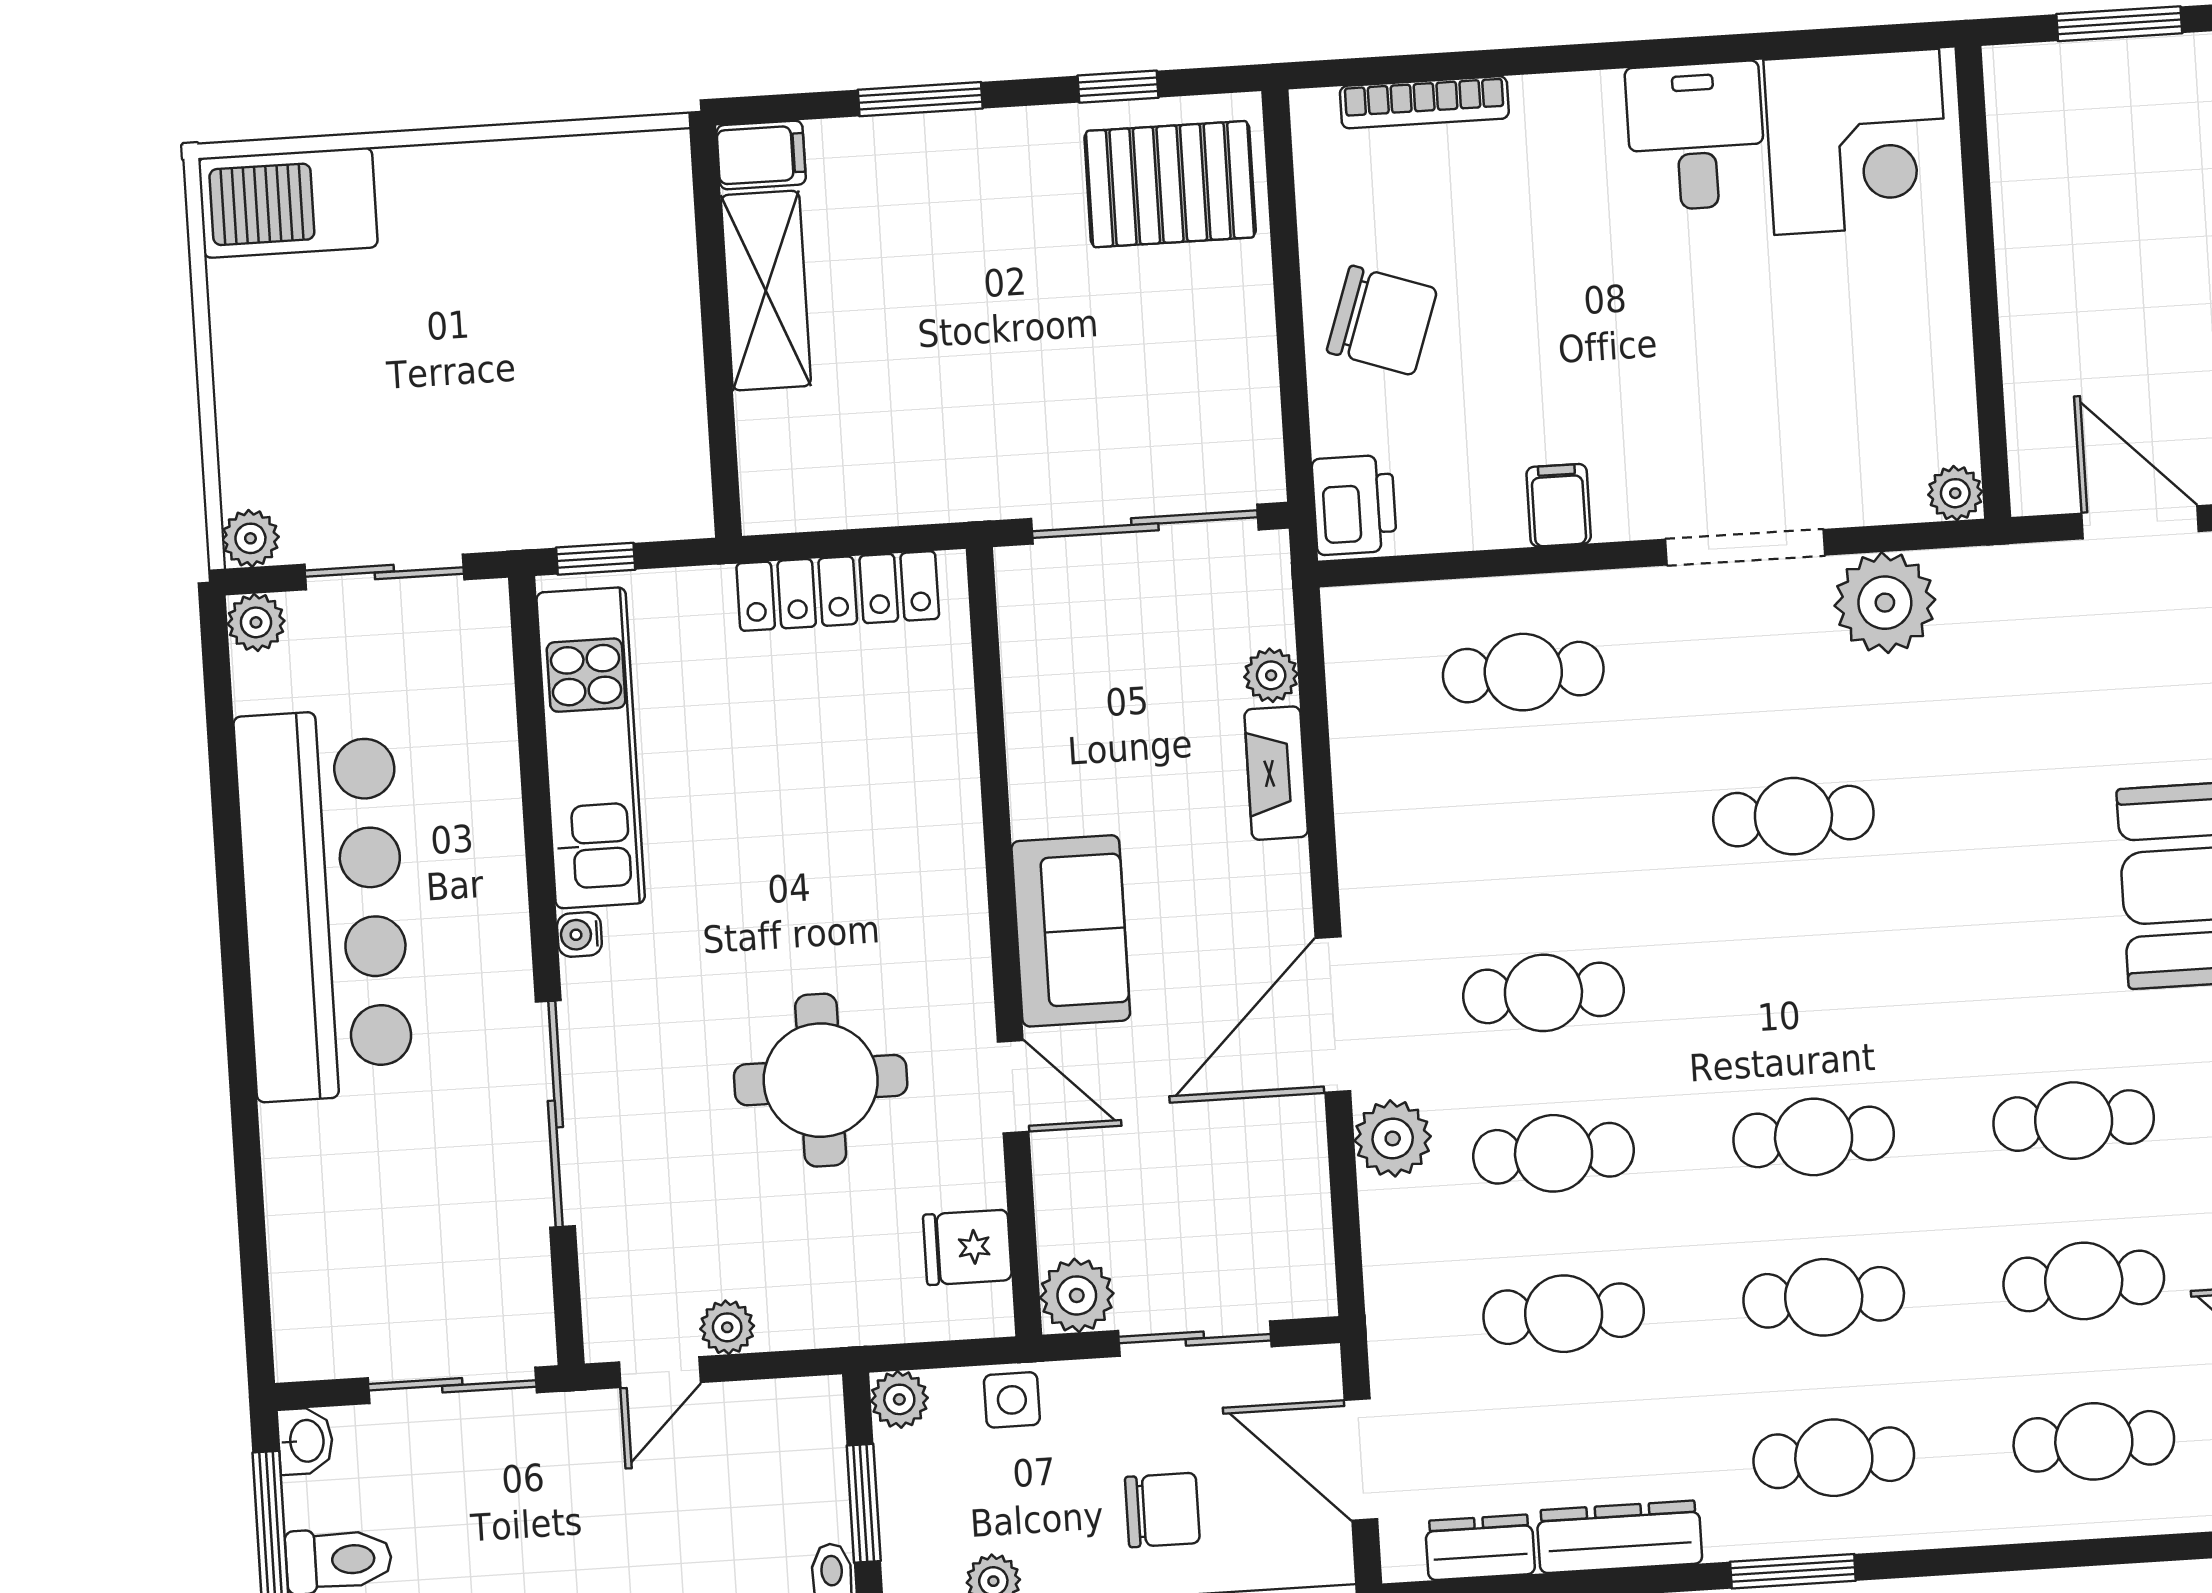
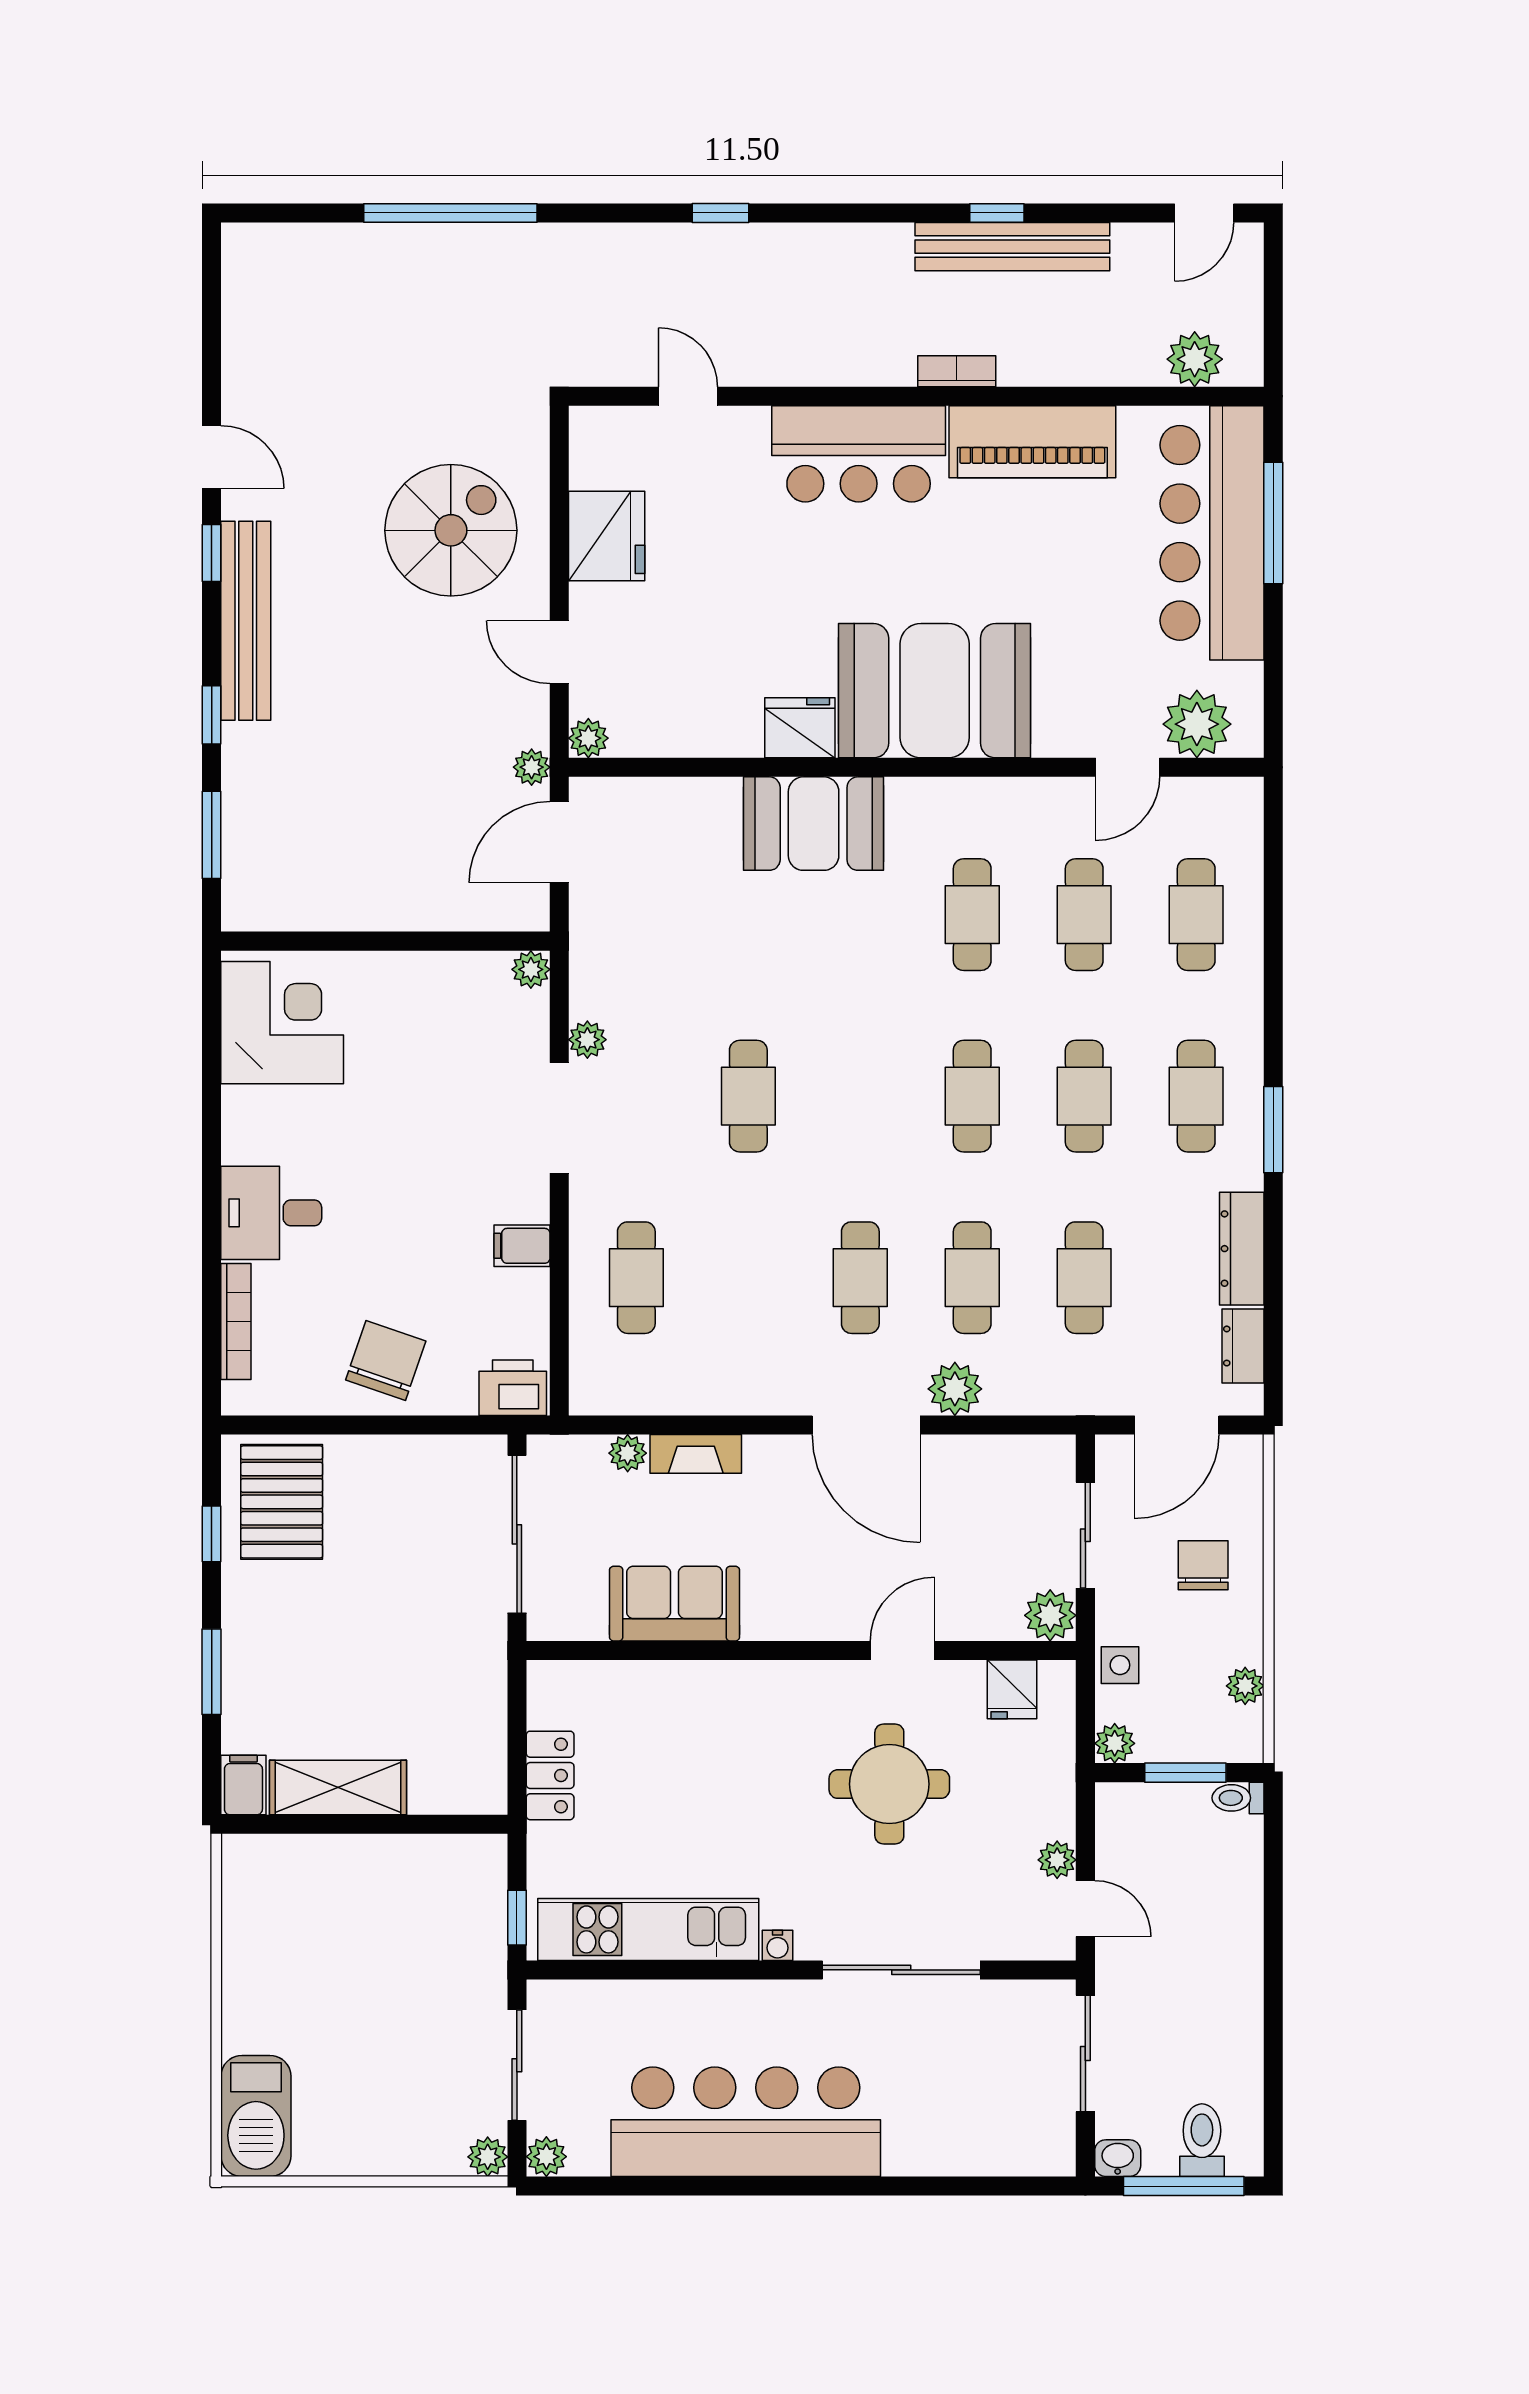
desk: (1696, 136) -> (271, 1213), moved
locker: (838, 591) -> (550, 1775), width x0.66
plant: (1885, 603) -> (587, 1040), width x0.53, depth x0.53
sofa: (1071, 931) -> (674, 1604), moved

